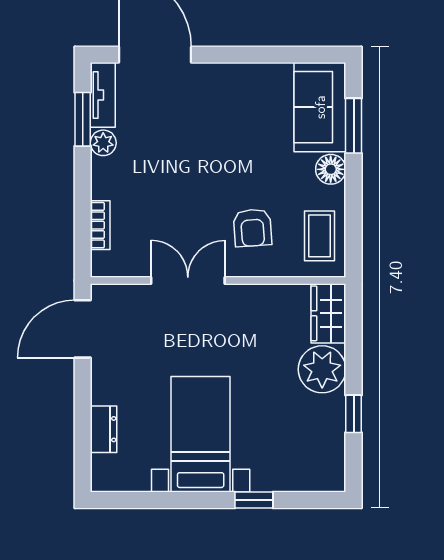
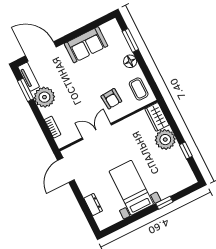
sofa: (320, 107) -> (86, 45), moved, turned -90
plant: (103, 143) -> (44, 97), width x1.87, depth x1.87

